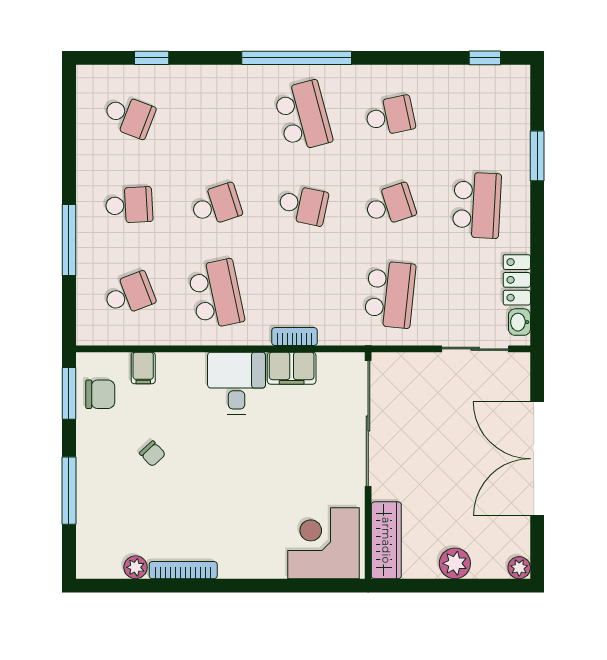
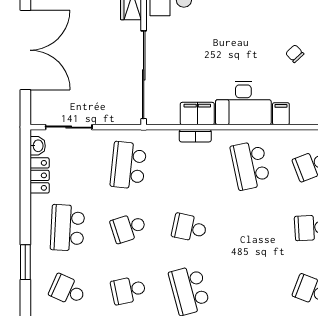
school desk: (216, 205) -> (67, 290), moved, turned 42
filing cabinet: (143, 368) -> (281, 114), moved
desk: (237, 383) -> (243, 103), width x1.37

